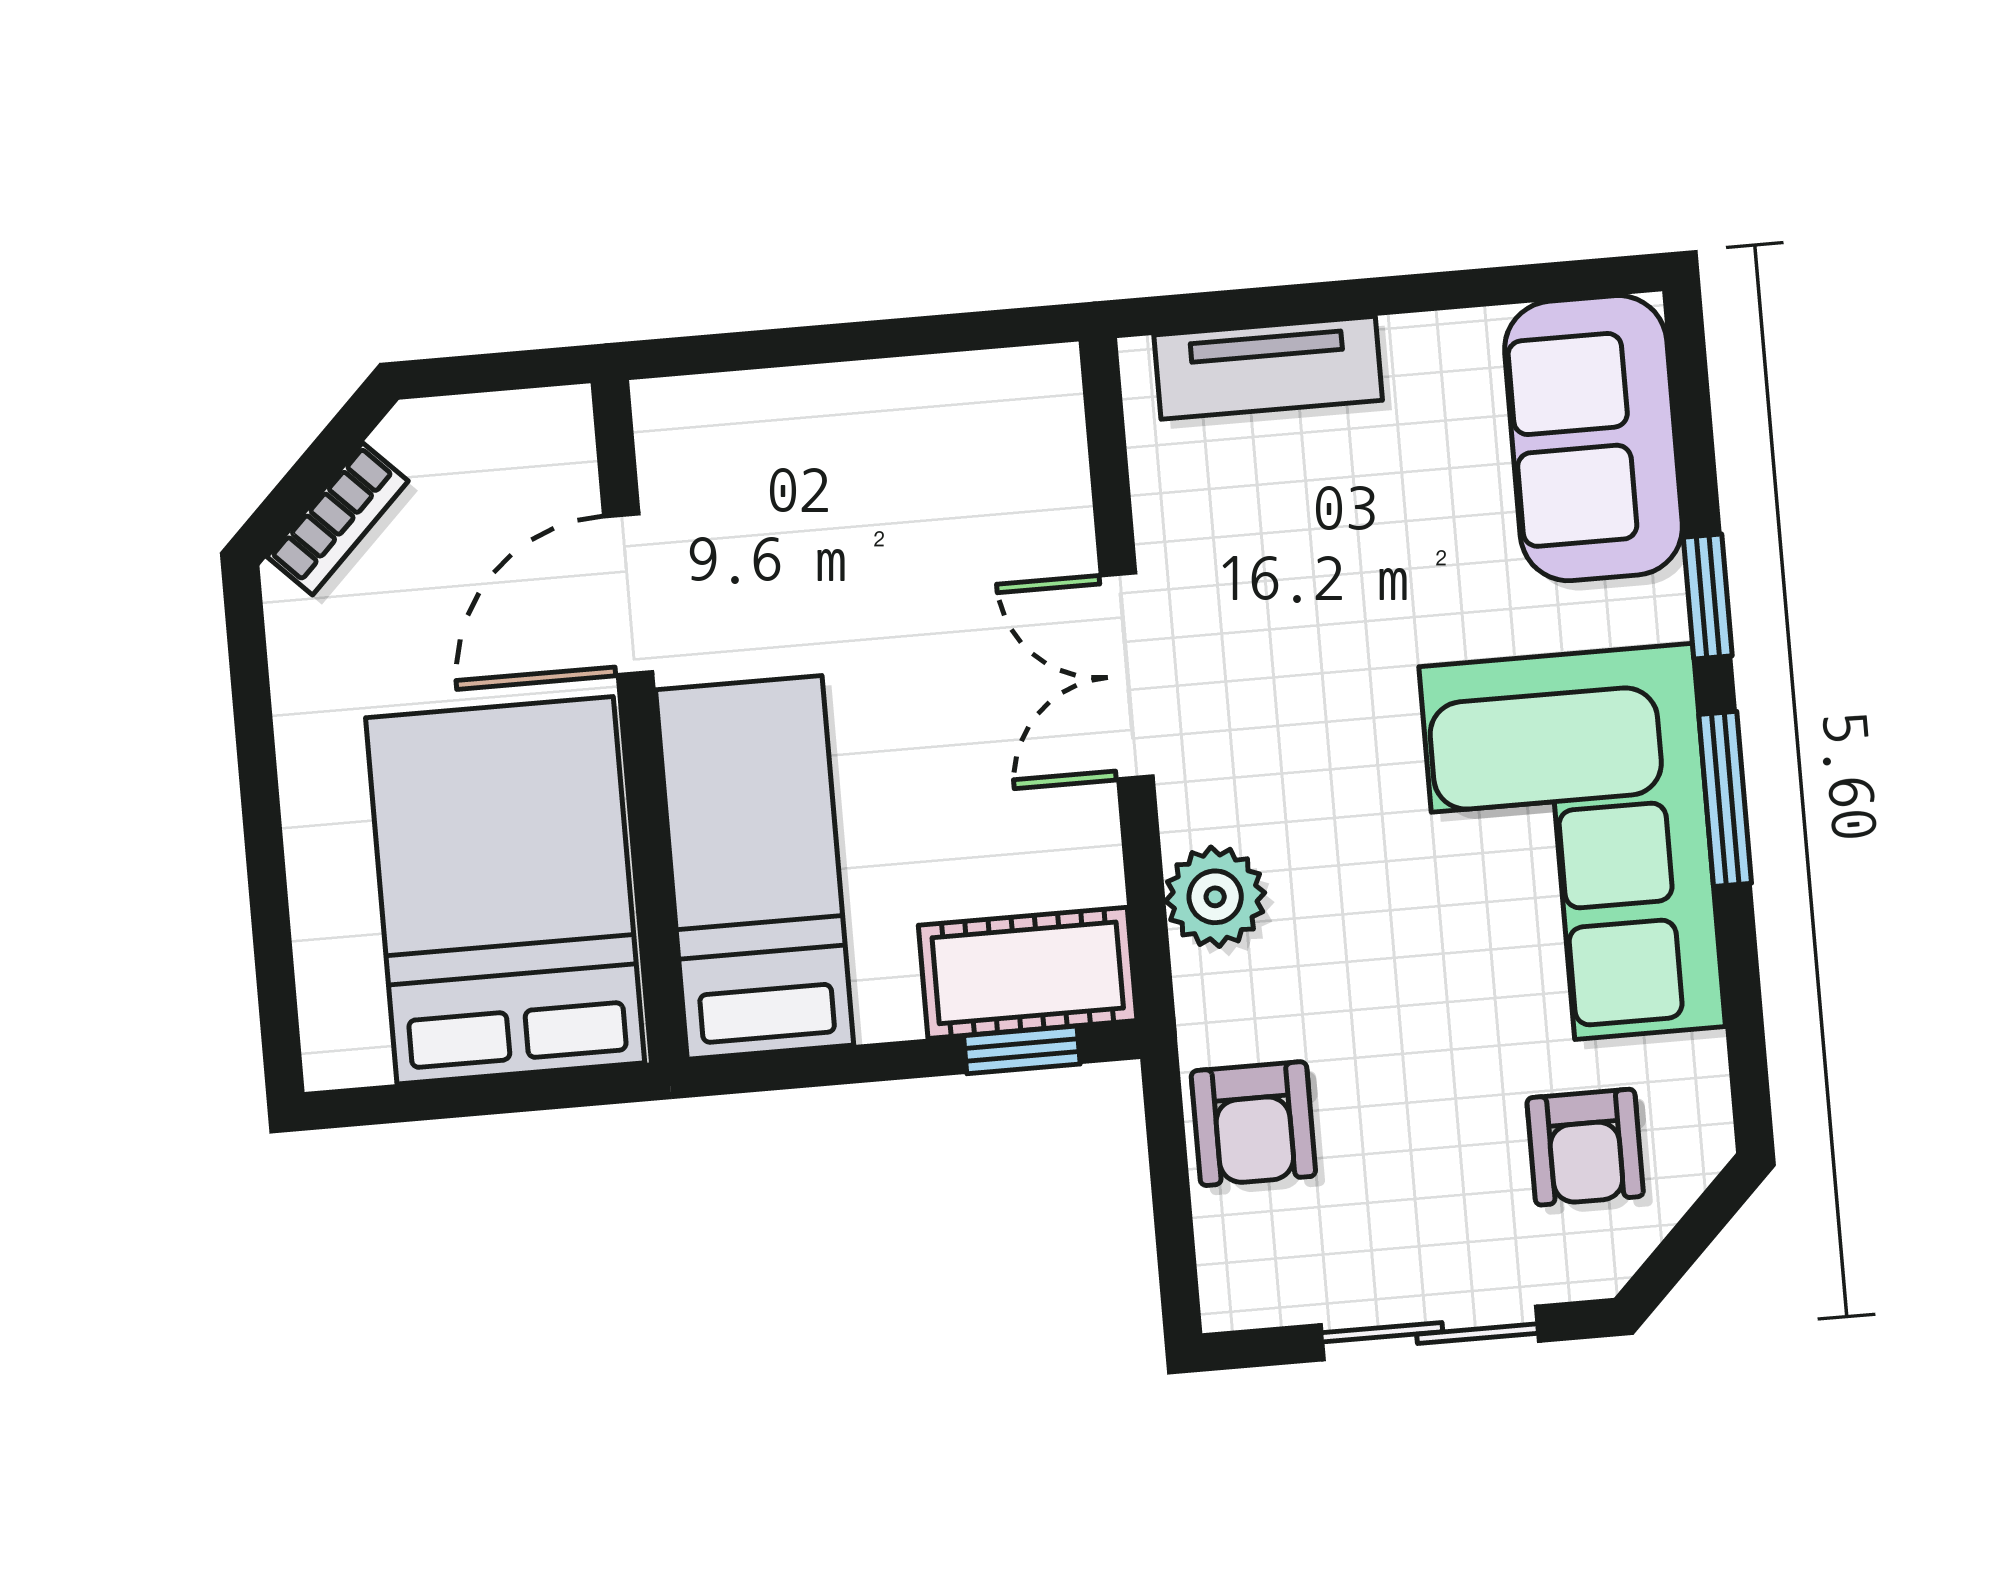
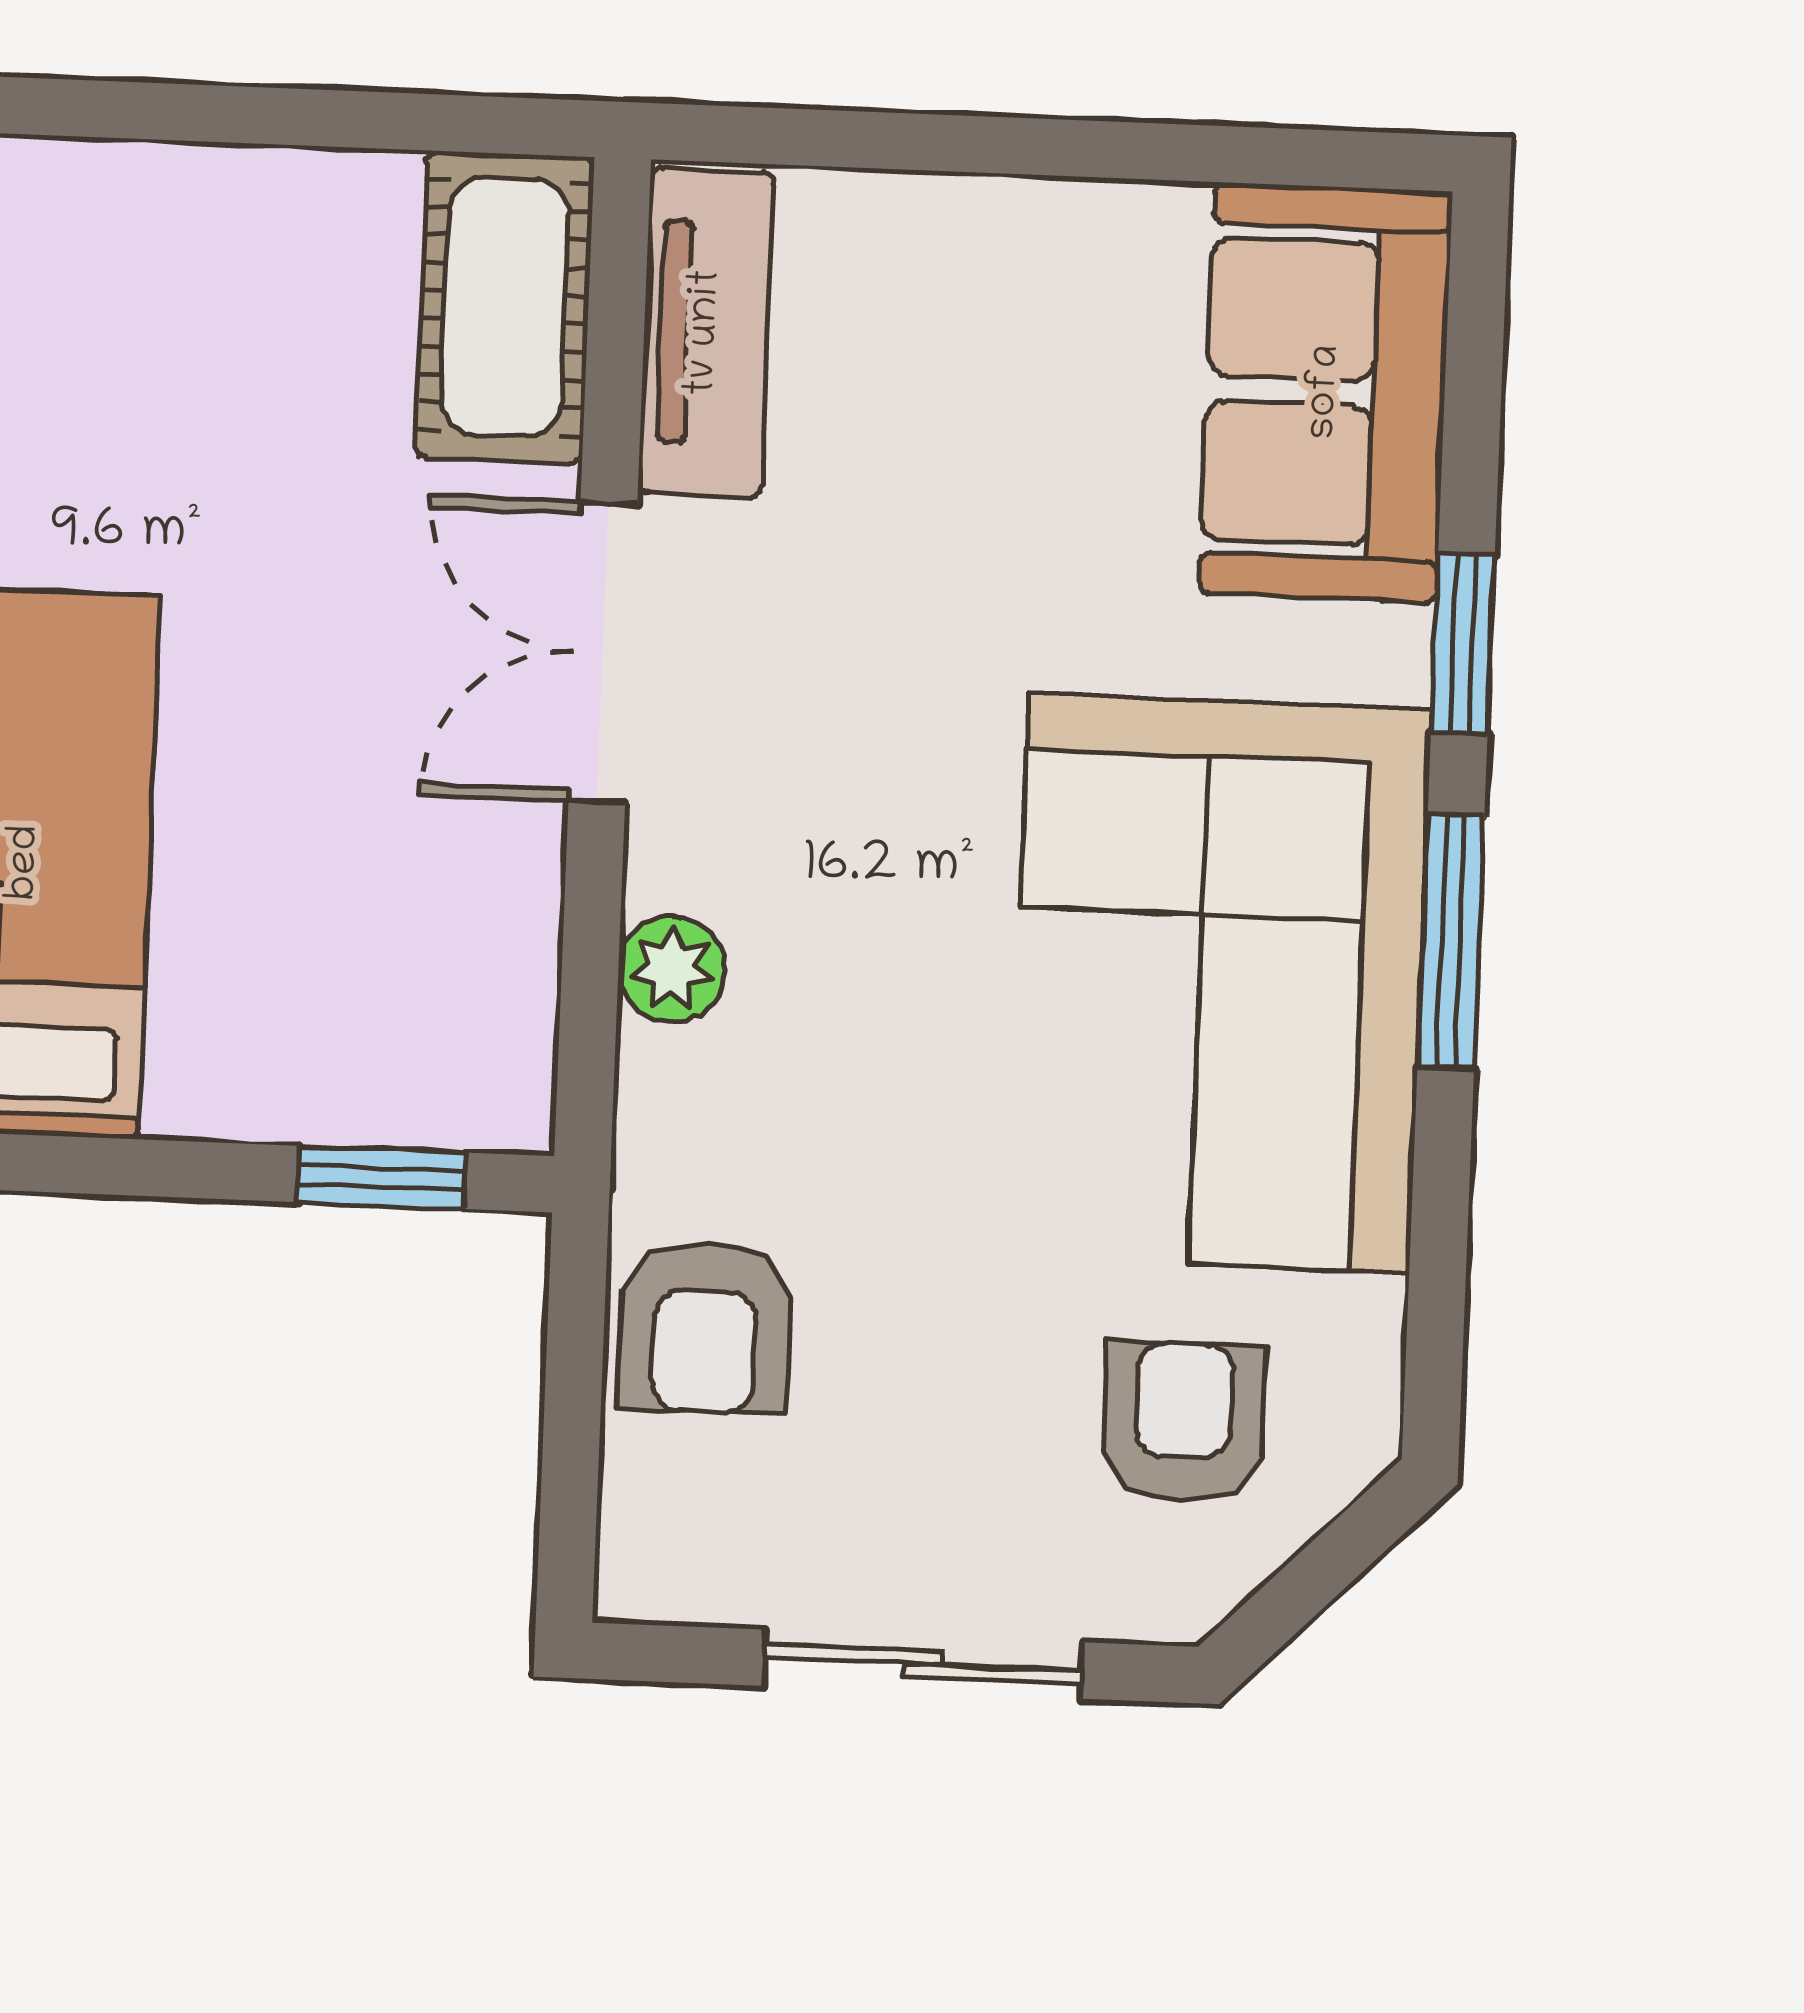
tv unit: (1268, 368) -> (706, 333), moved, turned -90
plant: (1215, 897) -> (672, 969), width x0.73, depth x0.73
cot: (1028, 973) -> (505, 307), moved, turned 90
armchair: (1585, 1147) -> (1183, 1422), turned 180

